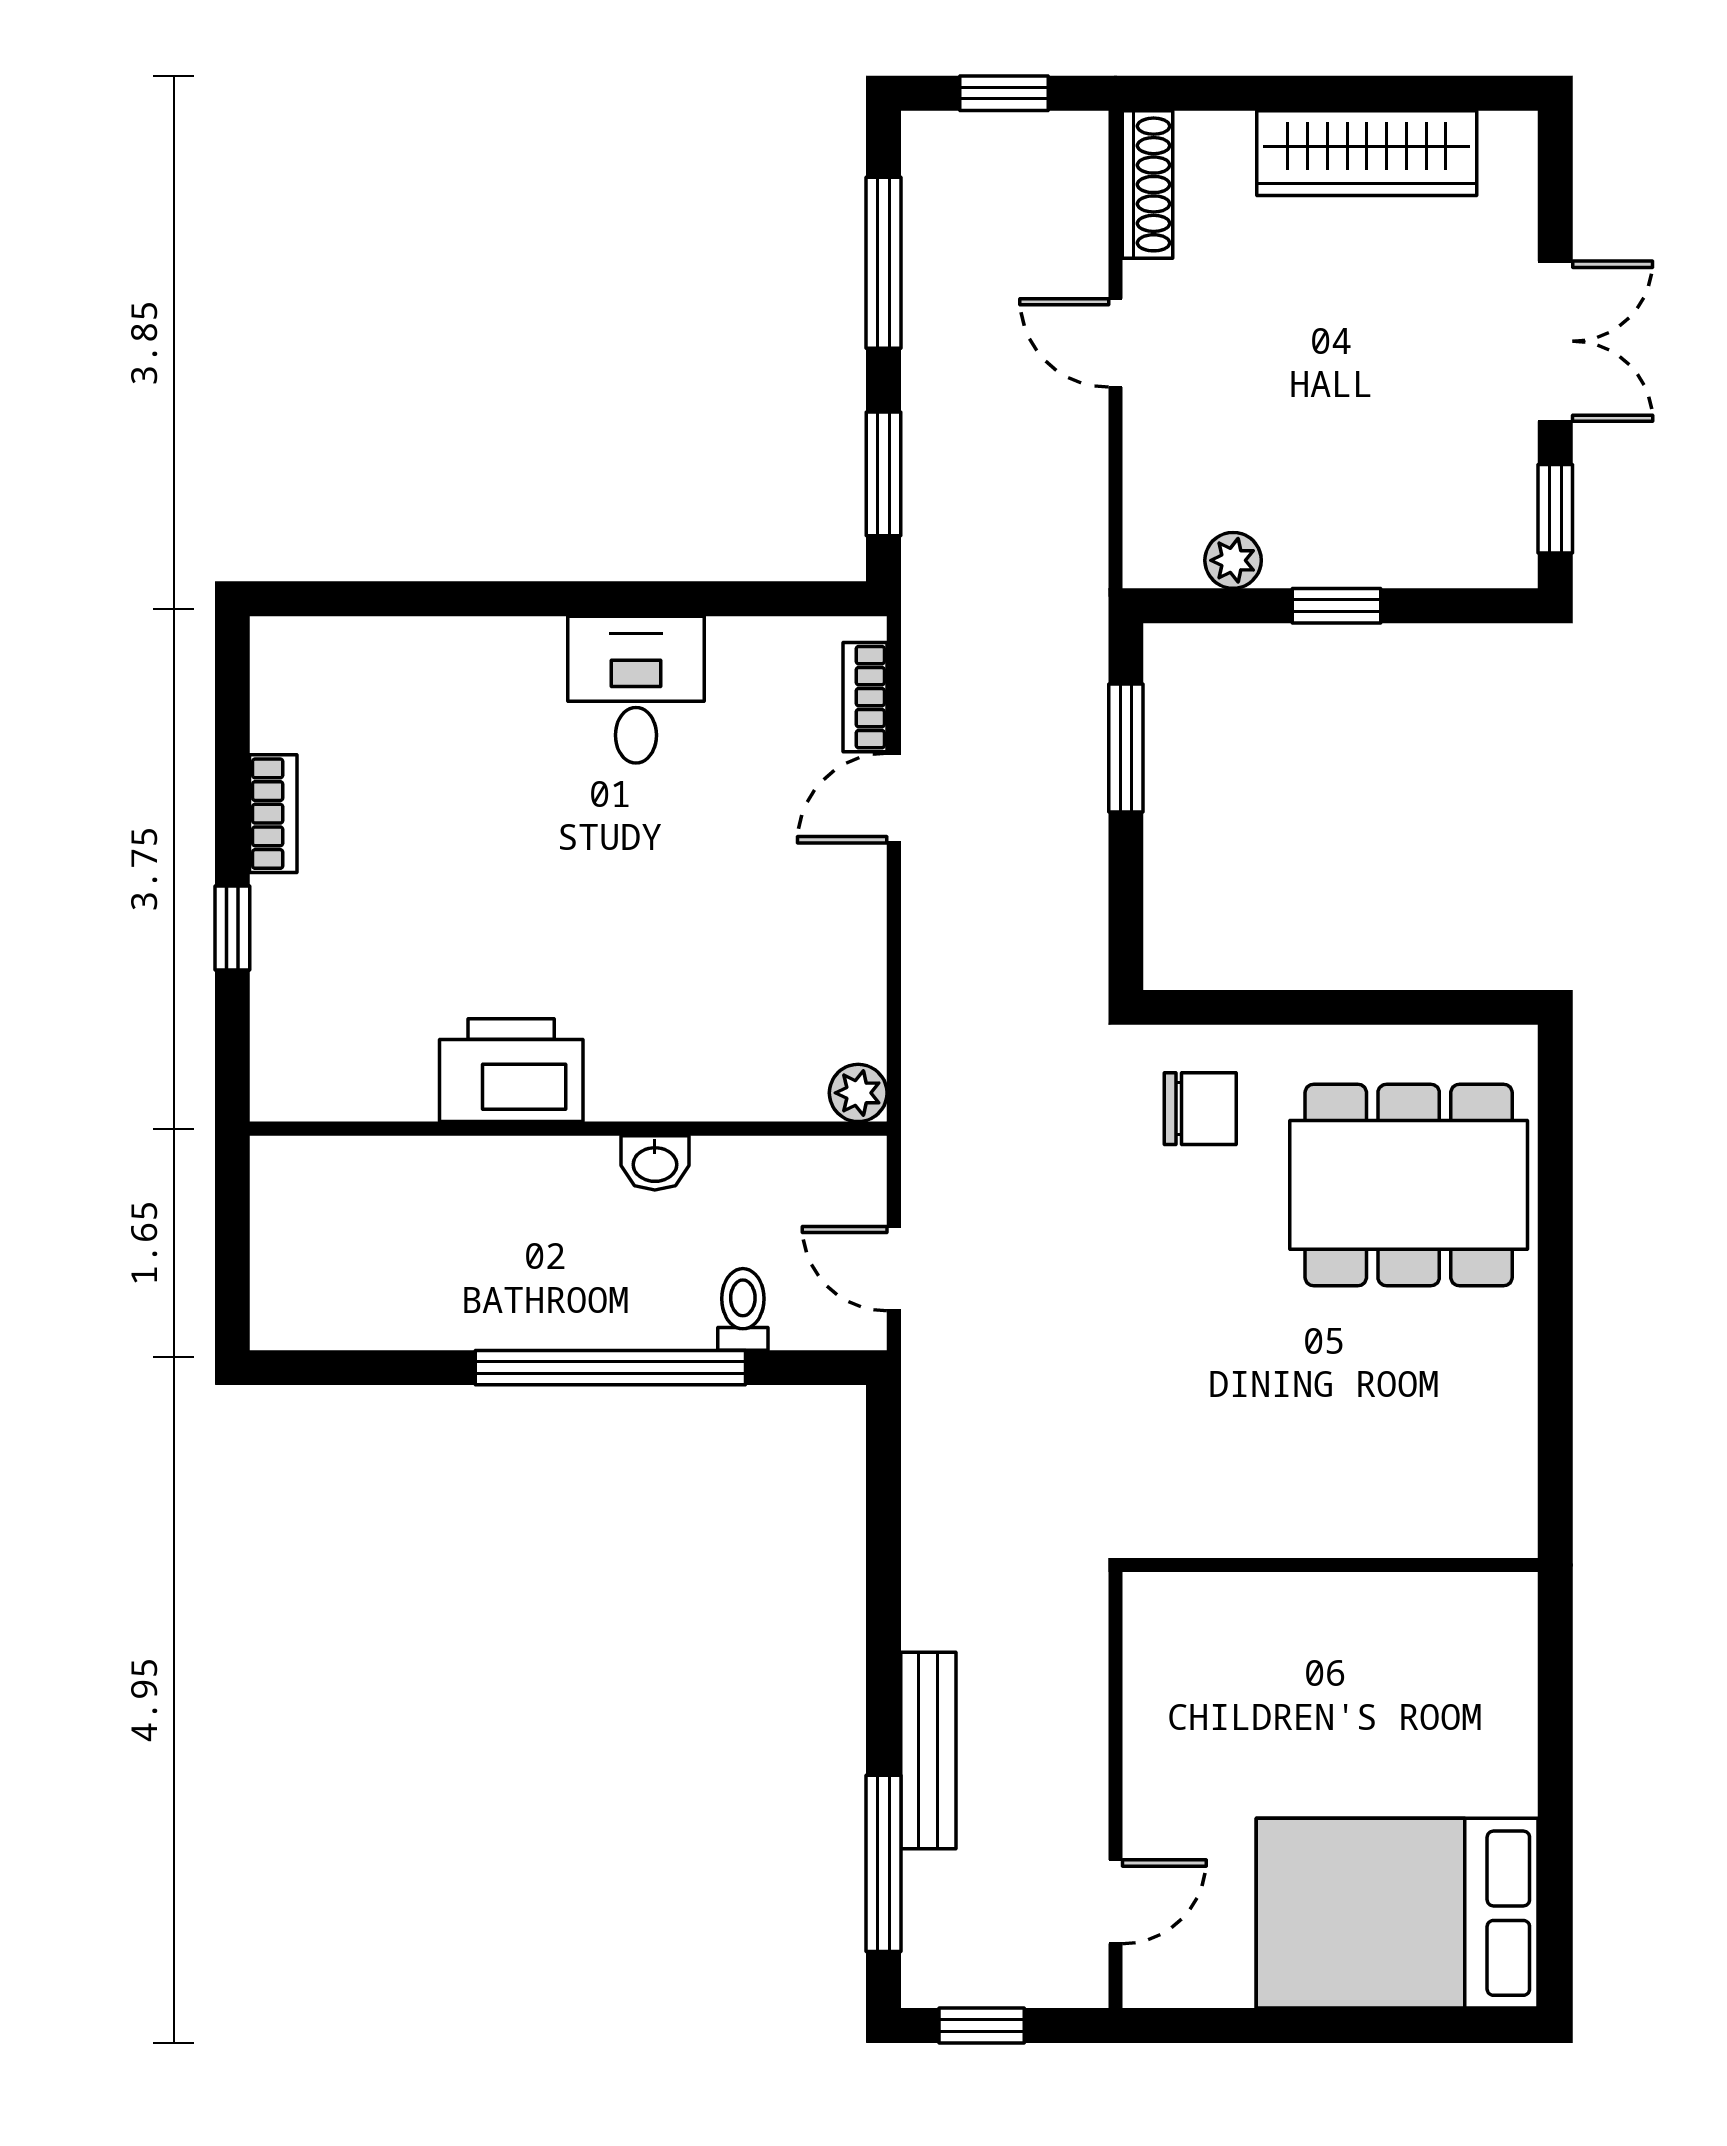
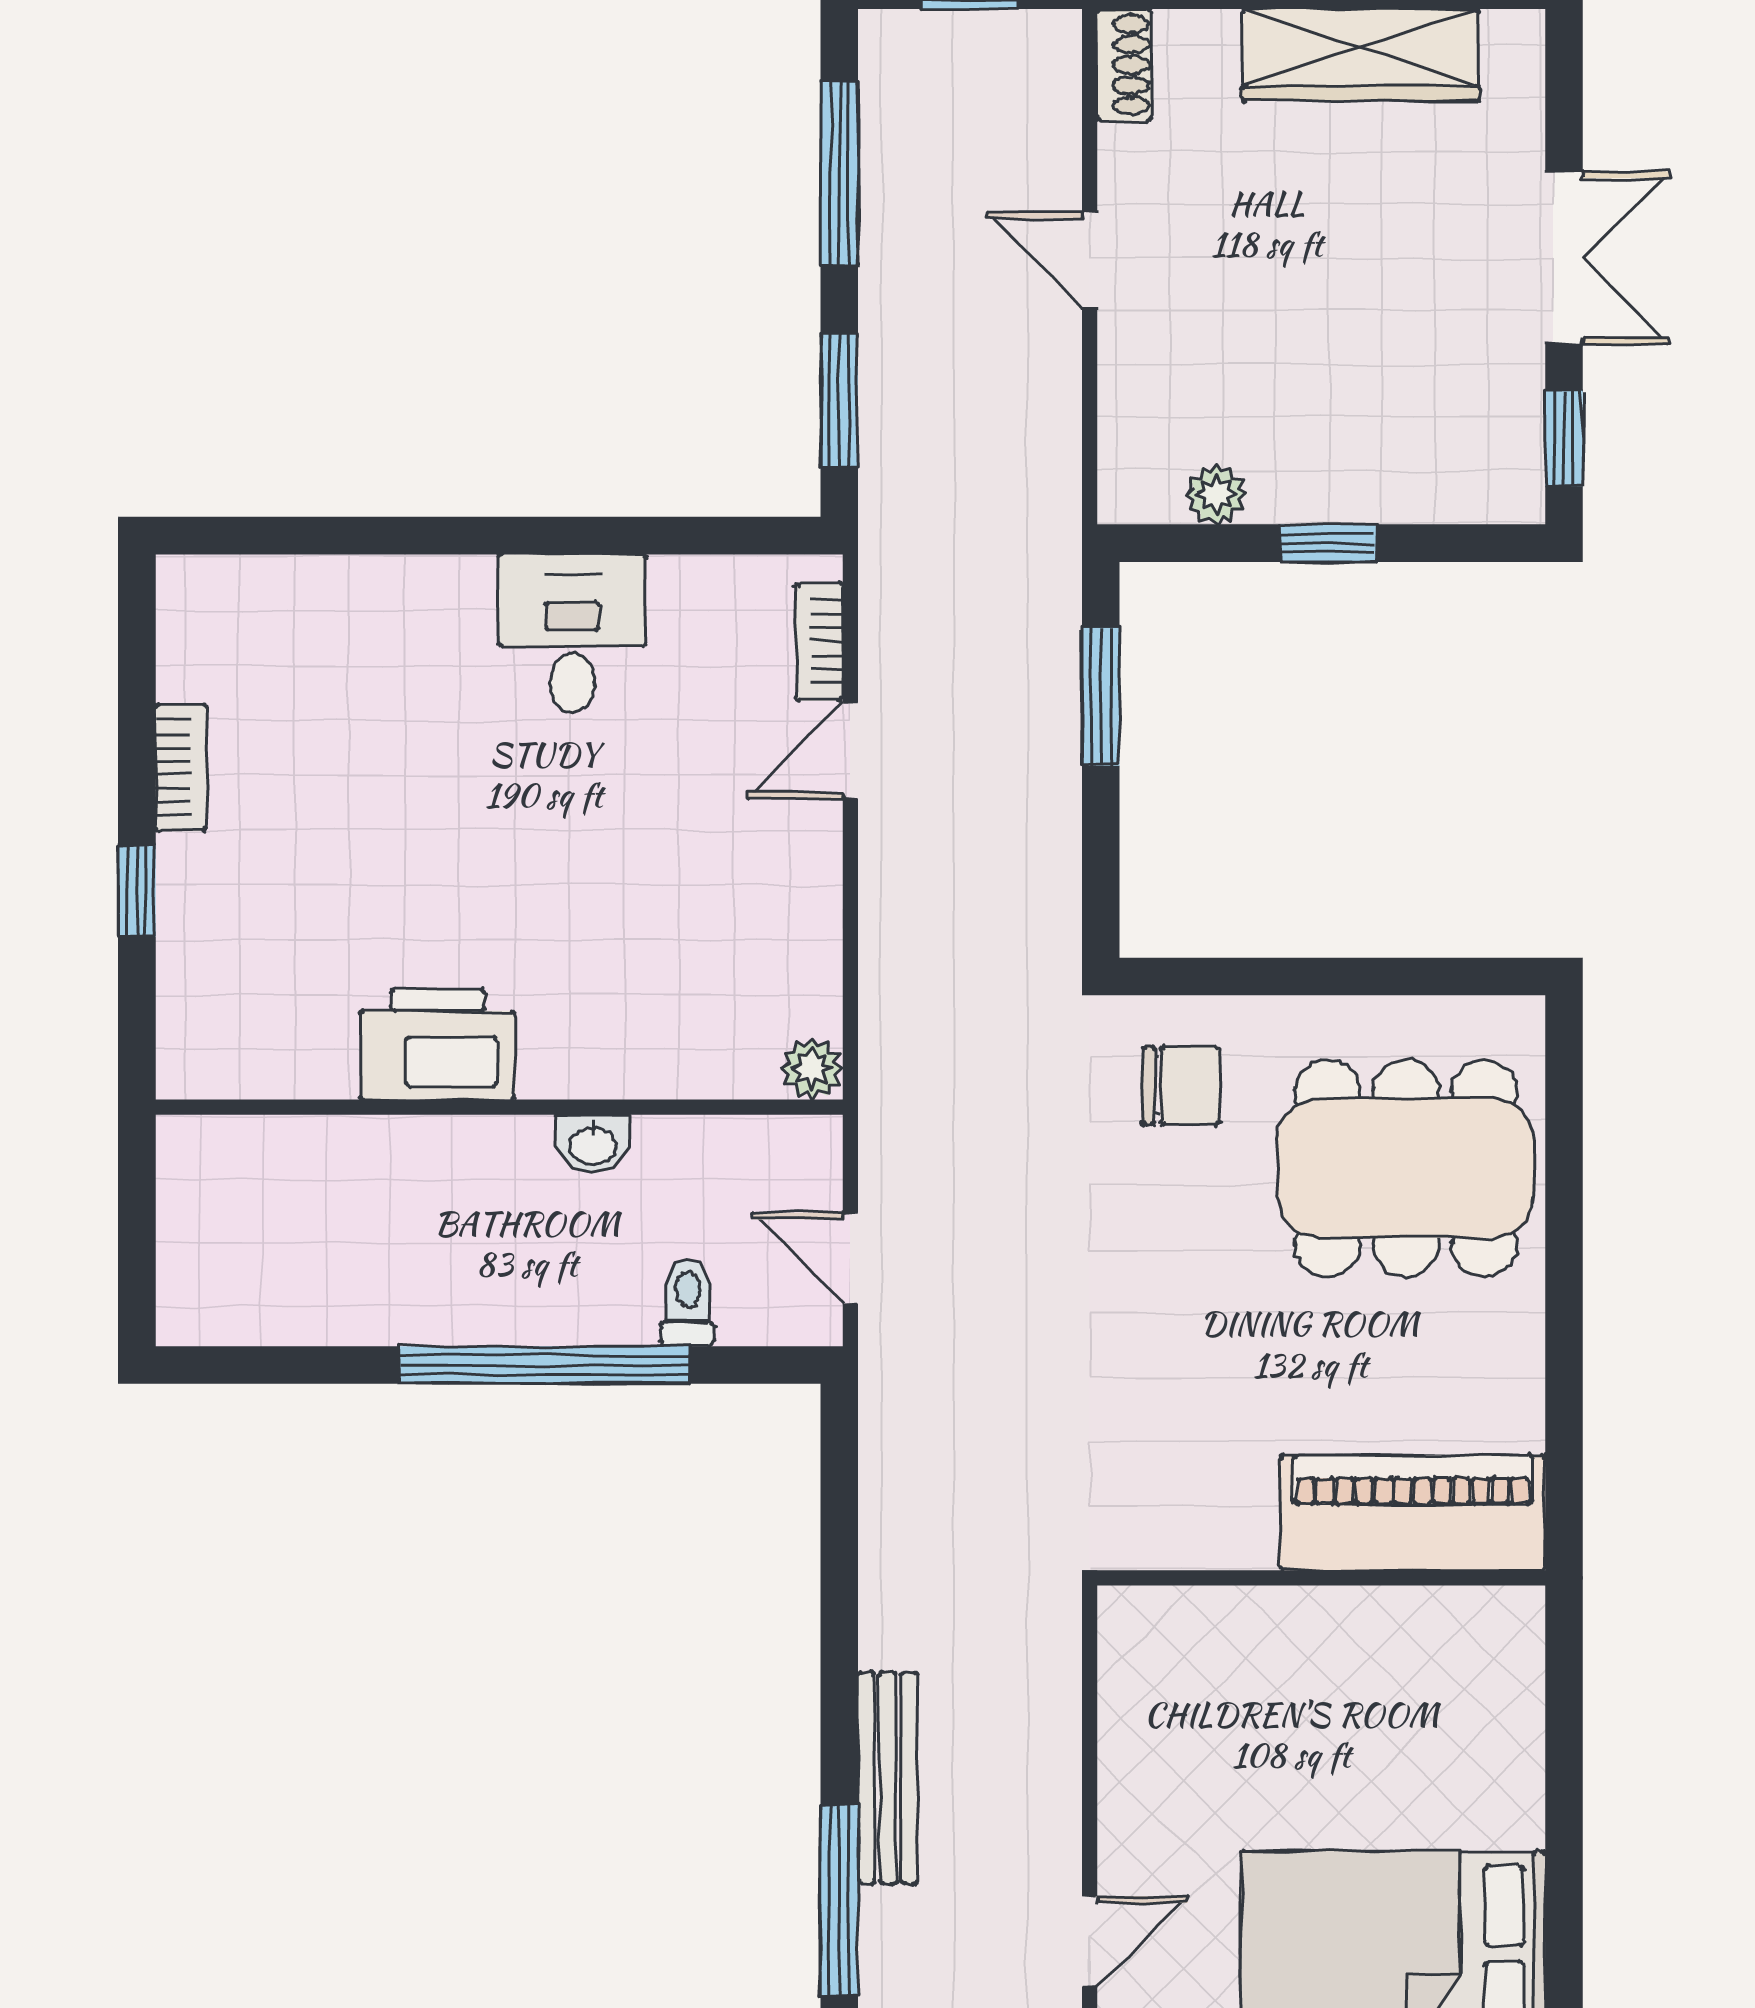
shoe rack: (1148, 184) -> (1124, 65), width x0.70
piano: (1415, 1505) -> (1413, 1513), added

